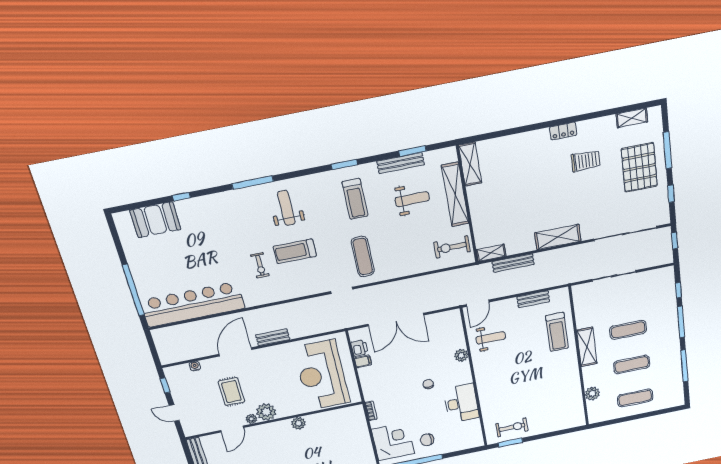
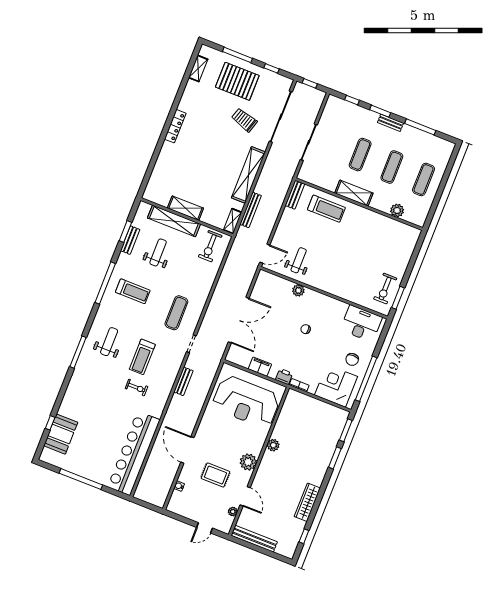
locker: (563, 131) -> (175, 126), width x1.53
trolley: (586, 161) -> (244, 120), moved, turned -73
bench: (401, 163) -> (130, 240), width x0.73
window: (344, 164) -> (105, 283), width x2.11
shelving: (470, 164) -> (185, 208), moved
window: (181, 197) -> (50, 423), moved
weight bench: (286, 208) -> (109, 342), turned 90
shelving: (558, 237) -> (248, 175), width x1.47
exercise mat: (363, 257) -> (176, 313), turned 90
window: (133, 290) -> (81, 479), moved
bench: (533, 299) -> (295, 195), moved
door: (478, 303) -> (265, 254), hinge flipped
window: (681, 322) -> (380, 111), width x0.69
bench: (273, 337) -> (183, 381), moved
bench: (674, 338) -> (390, 123), added
printer: (359, 348) -> (284, 377), moved
filing cabinet: (363, 361) -> (260, 367), width x2.00
window: (165, 385) -> (179, 518), removed
desk: (461, 403) -> (361, 324), moved
plant: (251, 419) -> (233, 512), moved
exercise bike: (512, 427) -> (385, 289), turned 180

